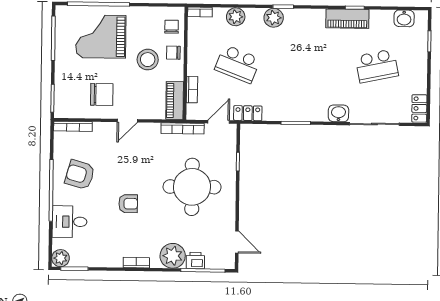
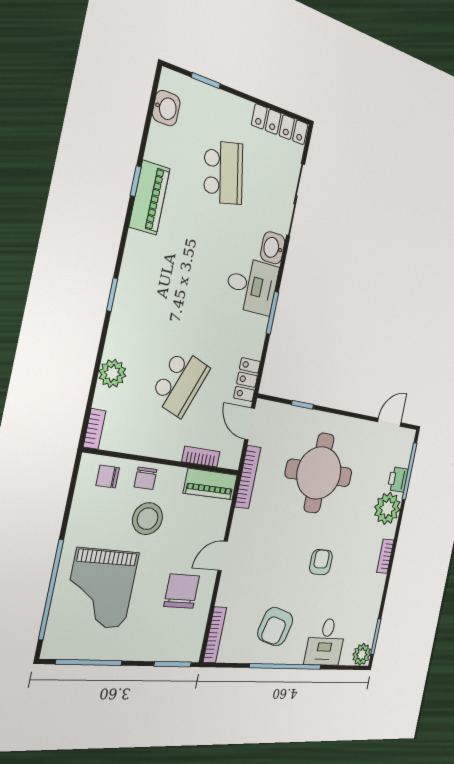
plant: (274, 18) -> (126, 314), removed
desk: (310, 103) -> (252, 286), added
locker: (419, 108) -> (280, 124), width x1.53
door: (127, 121) -> (223, 556), swing flipped

